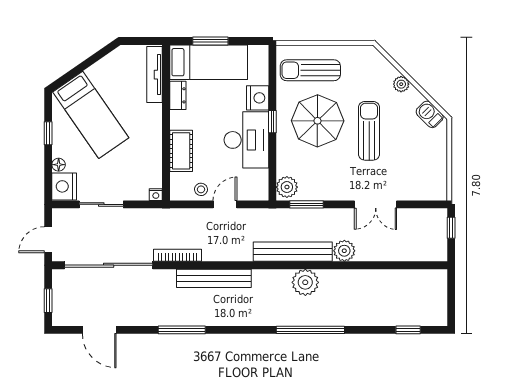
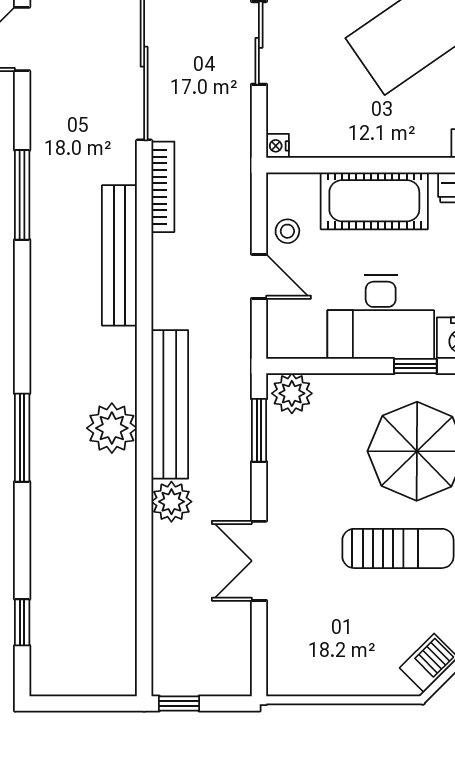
cot: (181, 151) -> (374, 201), width x1.37, depth x1.34
window: (451, 228) -> (179, 703), moved
window: (310, 330) -> (22, 438), width x0.68

